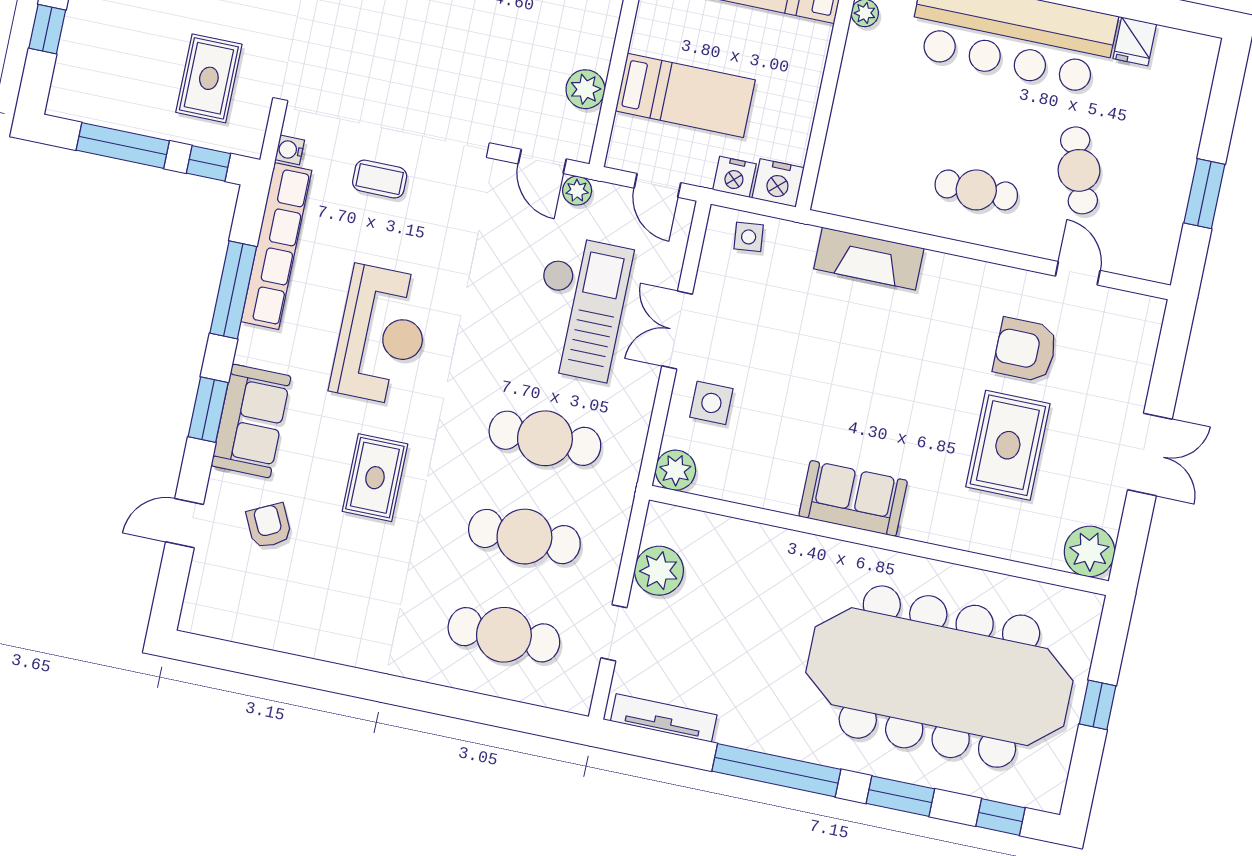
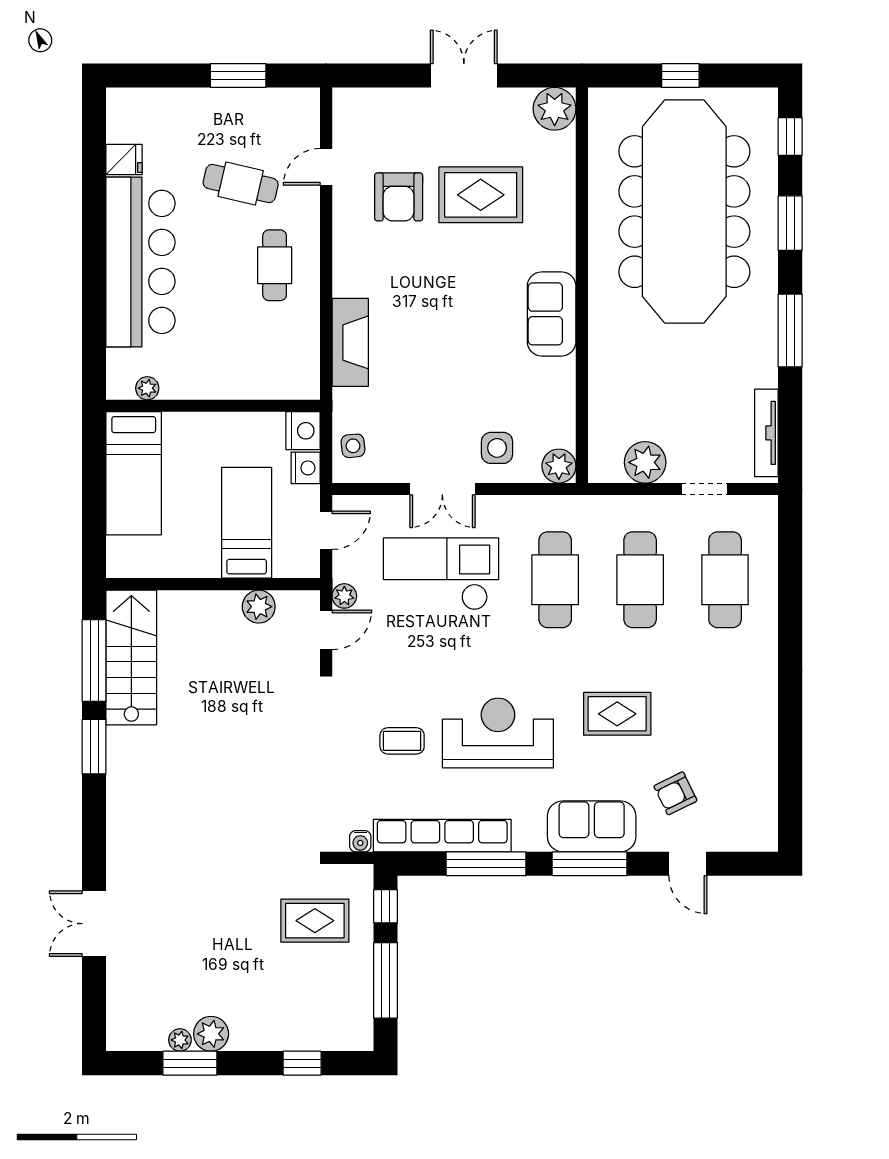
cafe table: (1079, 170) -> (241, 183), turned 32
coffee table: (380, 179) -> (402, 741), moved, turned 90
window: (208, 410) -> (590, 864), width x1.44
window: (776, 770) -> (790, 330), width x0.68

